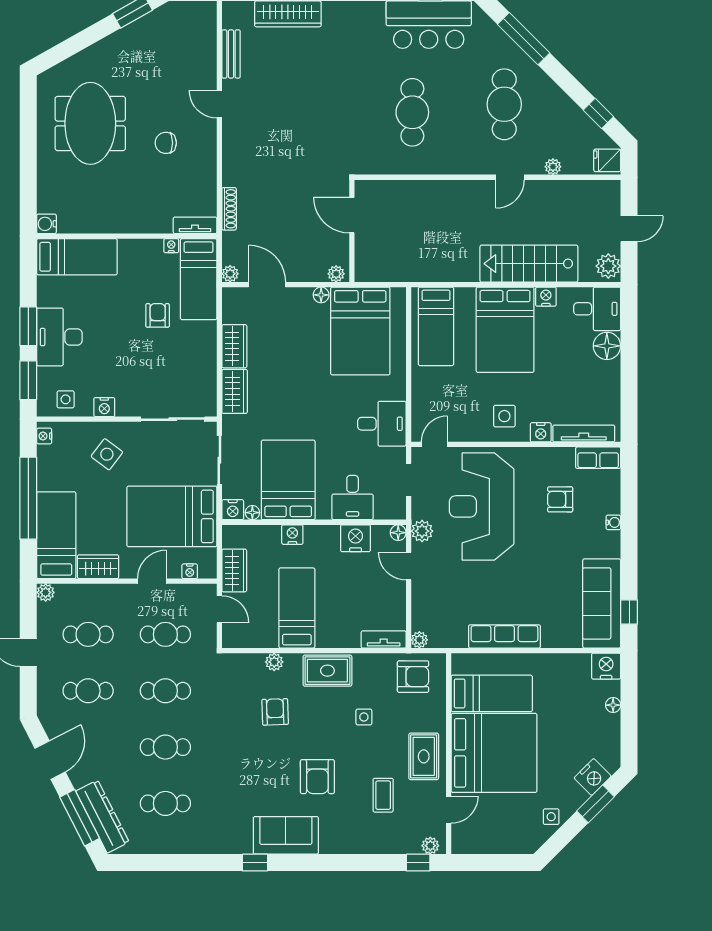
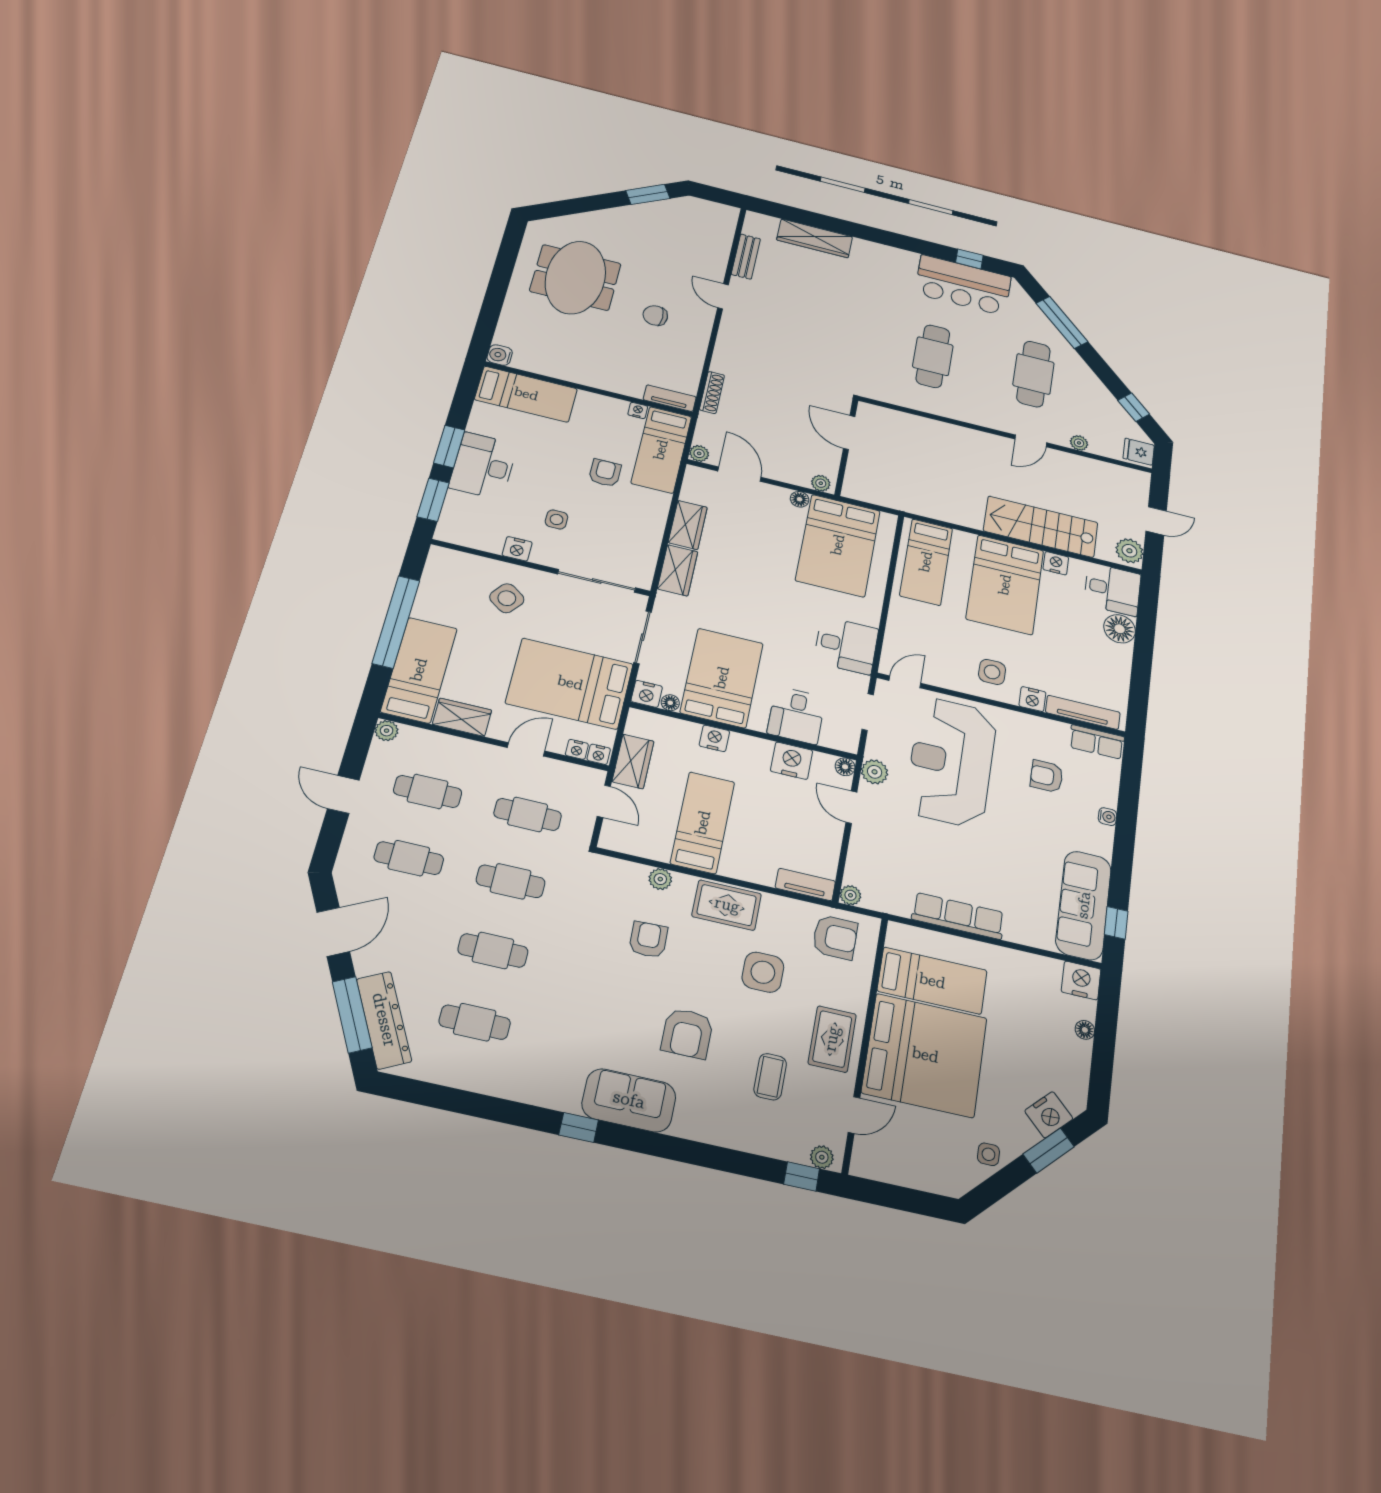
side table: (66, 399) -> (557, 519), moved
nightstand: (44, 436) -> (599, 754), moved, turned -90
side table: (364, 717) -> (763, 972), width x1.87, depth x1.87

